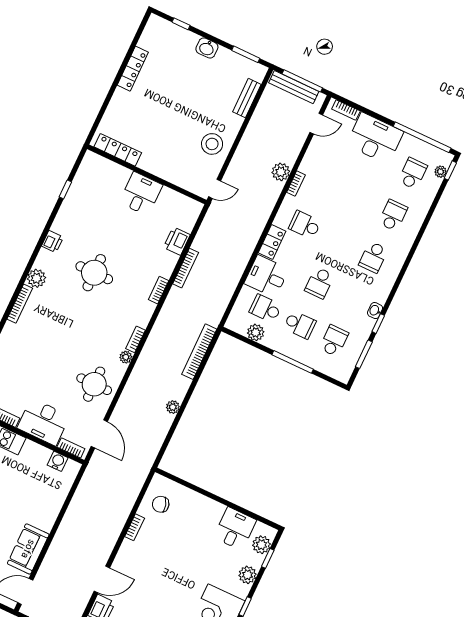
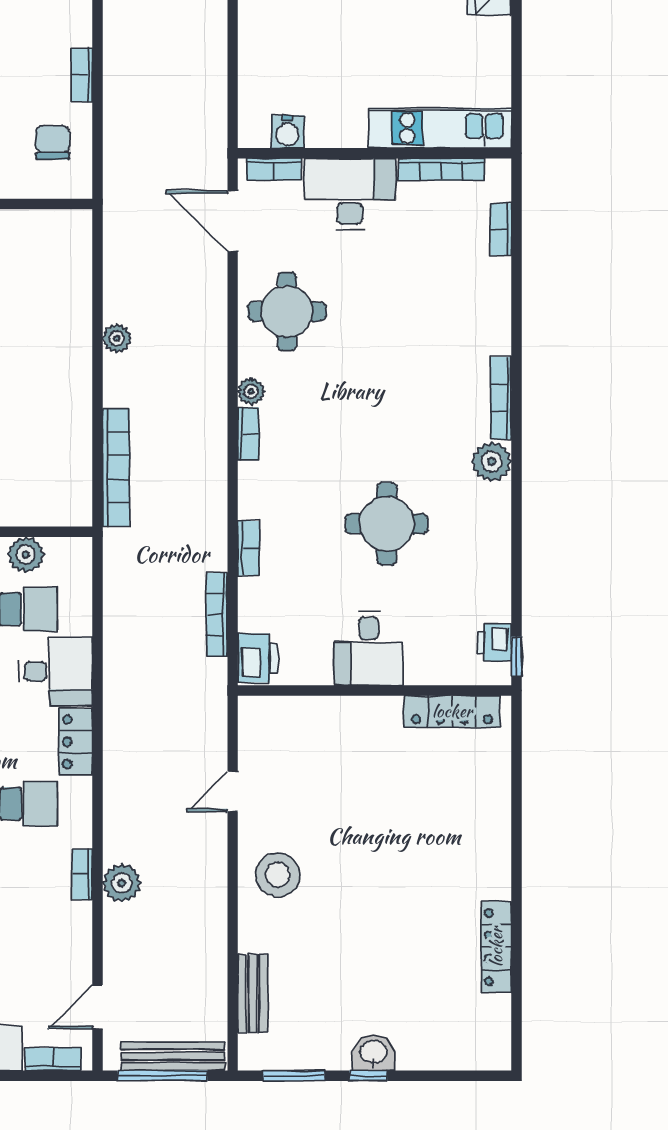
window: (181, 24) -> (368, 1076), moved
locker: (118, 150) -> (452, 711), moved
wall: (147, 174) -> (375, 690), moved
desk: (141, 194) -> (369, 648), moved
printer: (52, 242) -> (494, 642), moved
chair: (161, 504) -> (53, 142), turned -74

